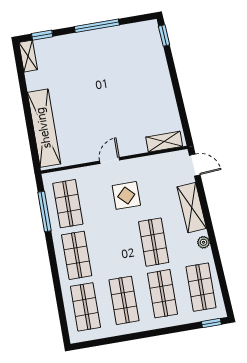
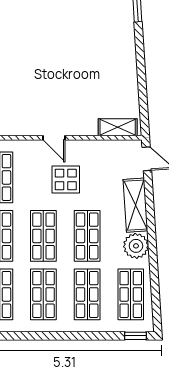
door: (110, 161) -> (54, 138), swing flipped
plant: (203, 242) -> (136, 246), width x1.88, depth x1.88
shop shelf: (115, 249) -> (43, 236), added

